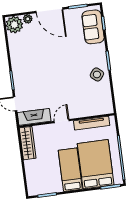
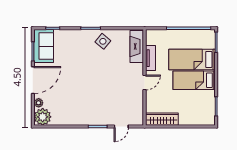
sofa: (93, 27) -> (44, 46), moved, turned -90
fireplace: (34, 117) -> (137, 46), moved
door: (62, 121) -> (145, 82), swing flipped
tv unit: (92, 123) -> (151, 58), width x0.71
bed: (96, 164) -> (192, 59), width x0.67

